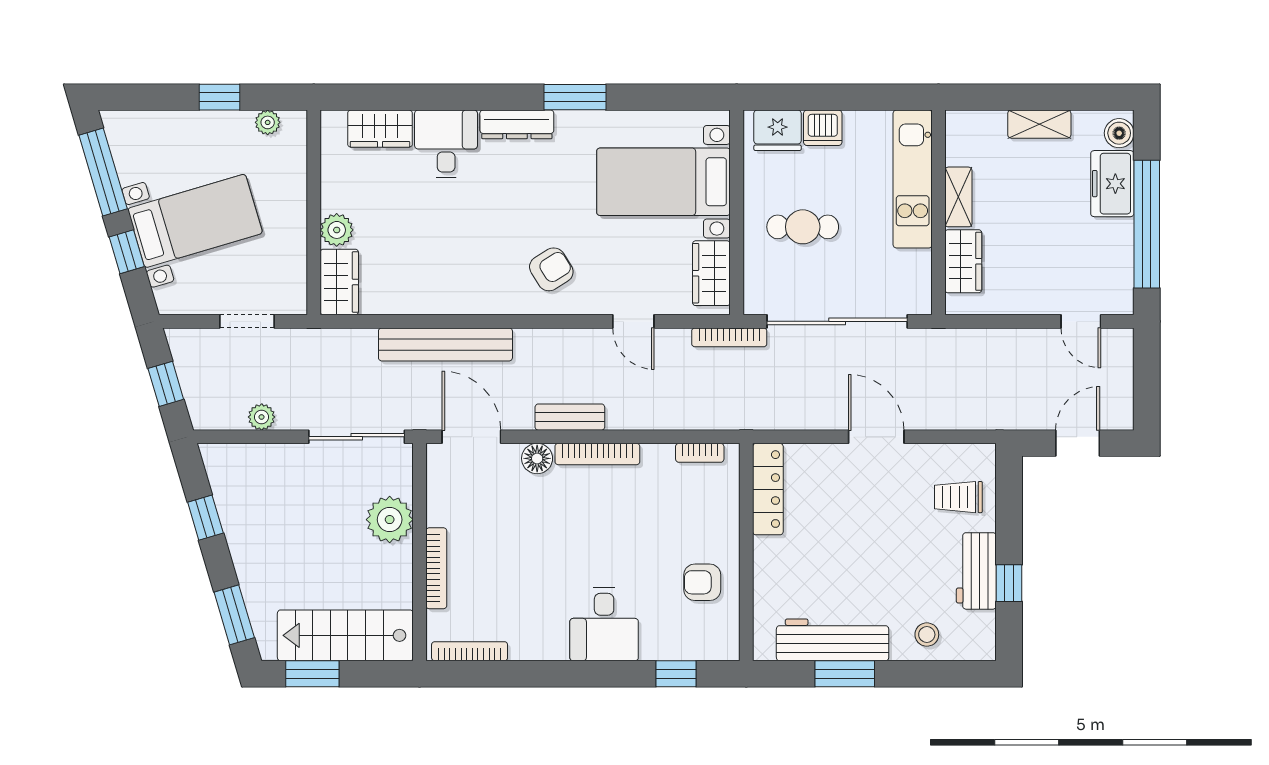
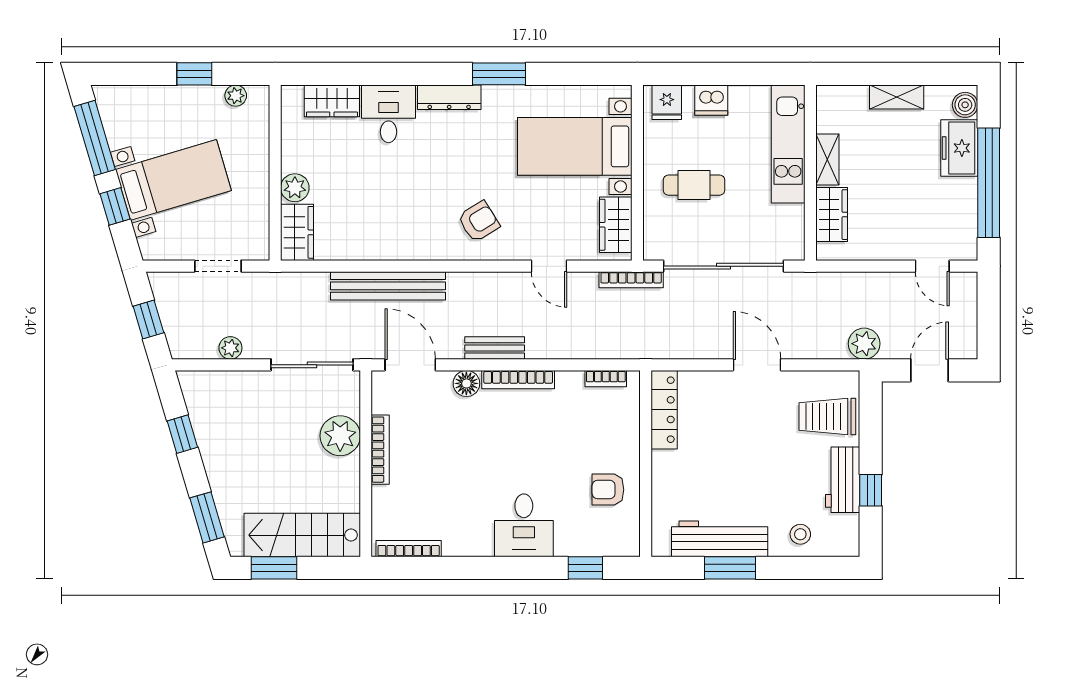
fridge: (778, 130) -> (667, 102), width x0.72
plant: (1001, 412) -> (864, 344), added
trolley: (958, 497) -> (827, 417), width x1.36, depth x1.39
bookcase: (436, 568) -> (380, 450), moved

